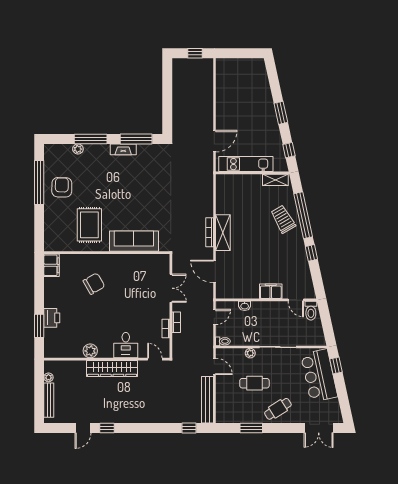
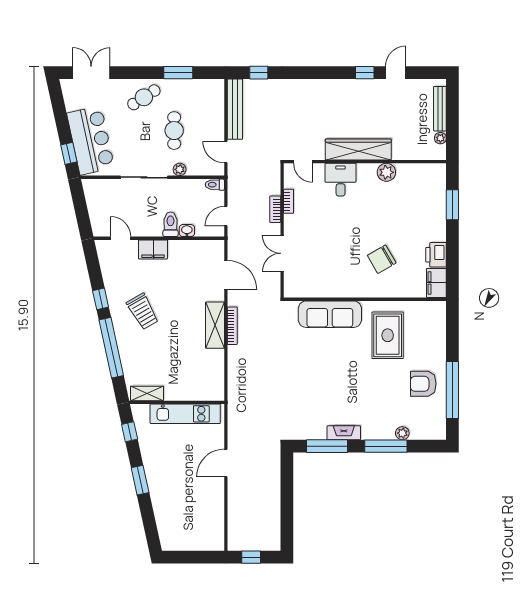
door: (214, 141) -> (226, 463), moved
armchair: (62, 187) -> (423, 384), turned 89
trolley: (283, 219) -> (143, 311), moved
toilet: (311, 311) -> (170, 224), moved
printer: (52, 318) -> (436, 255), moved
cafe table: (254, 383) -> (174, 131), turned 90

